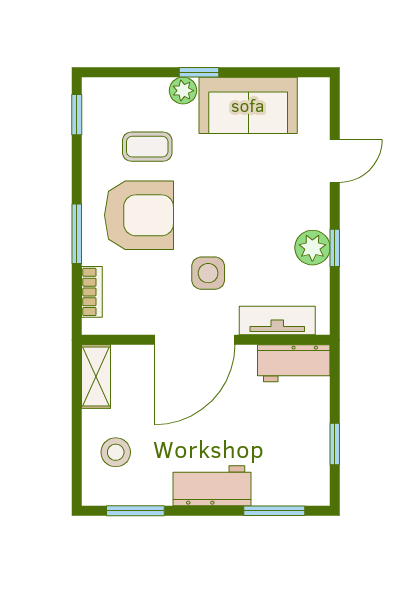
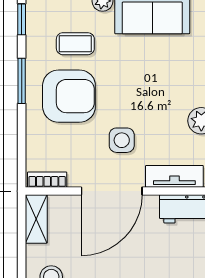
window: (77, 234) -> (22, 81), moved
bookcase: (92, 292) -> (47, 180), moved, turned -90

